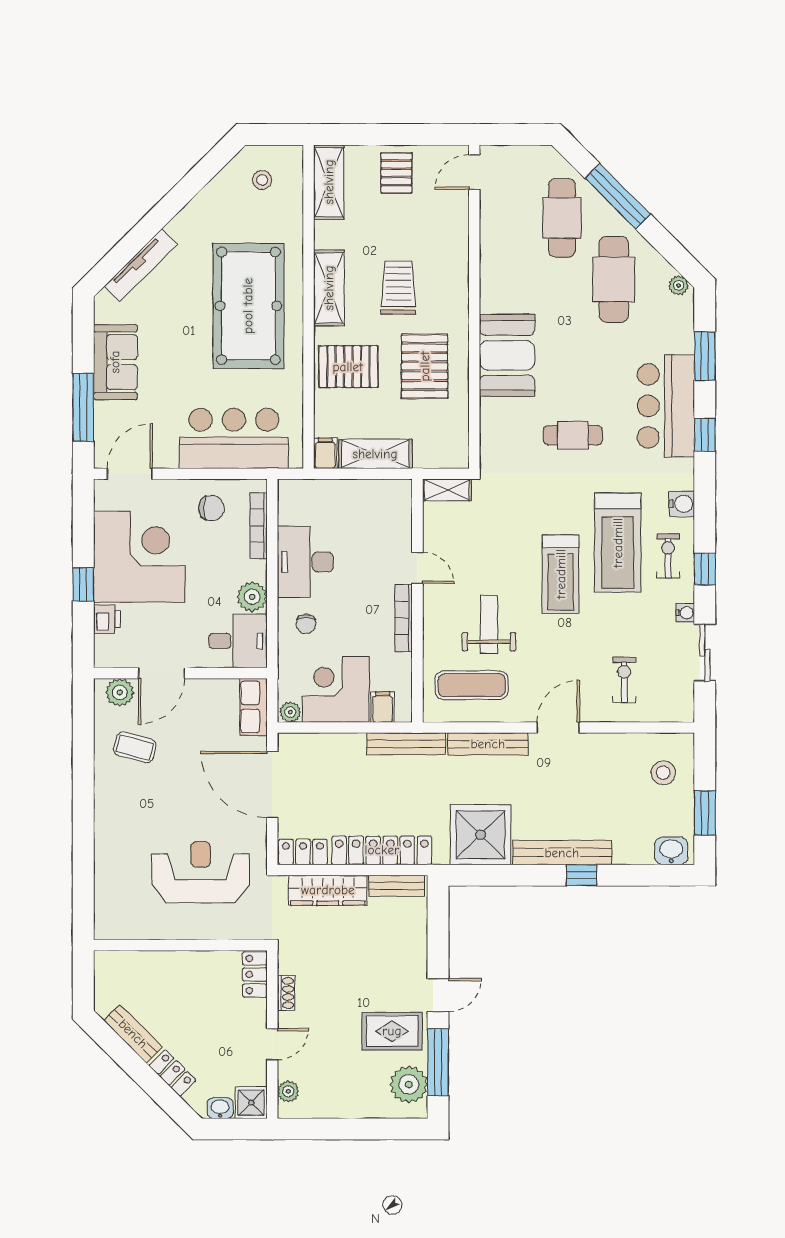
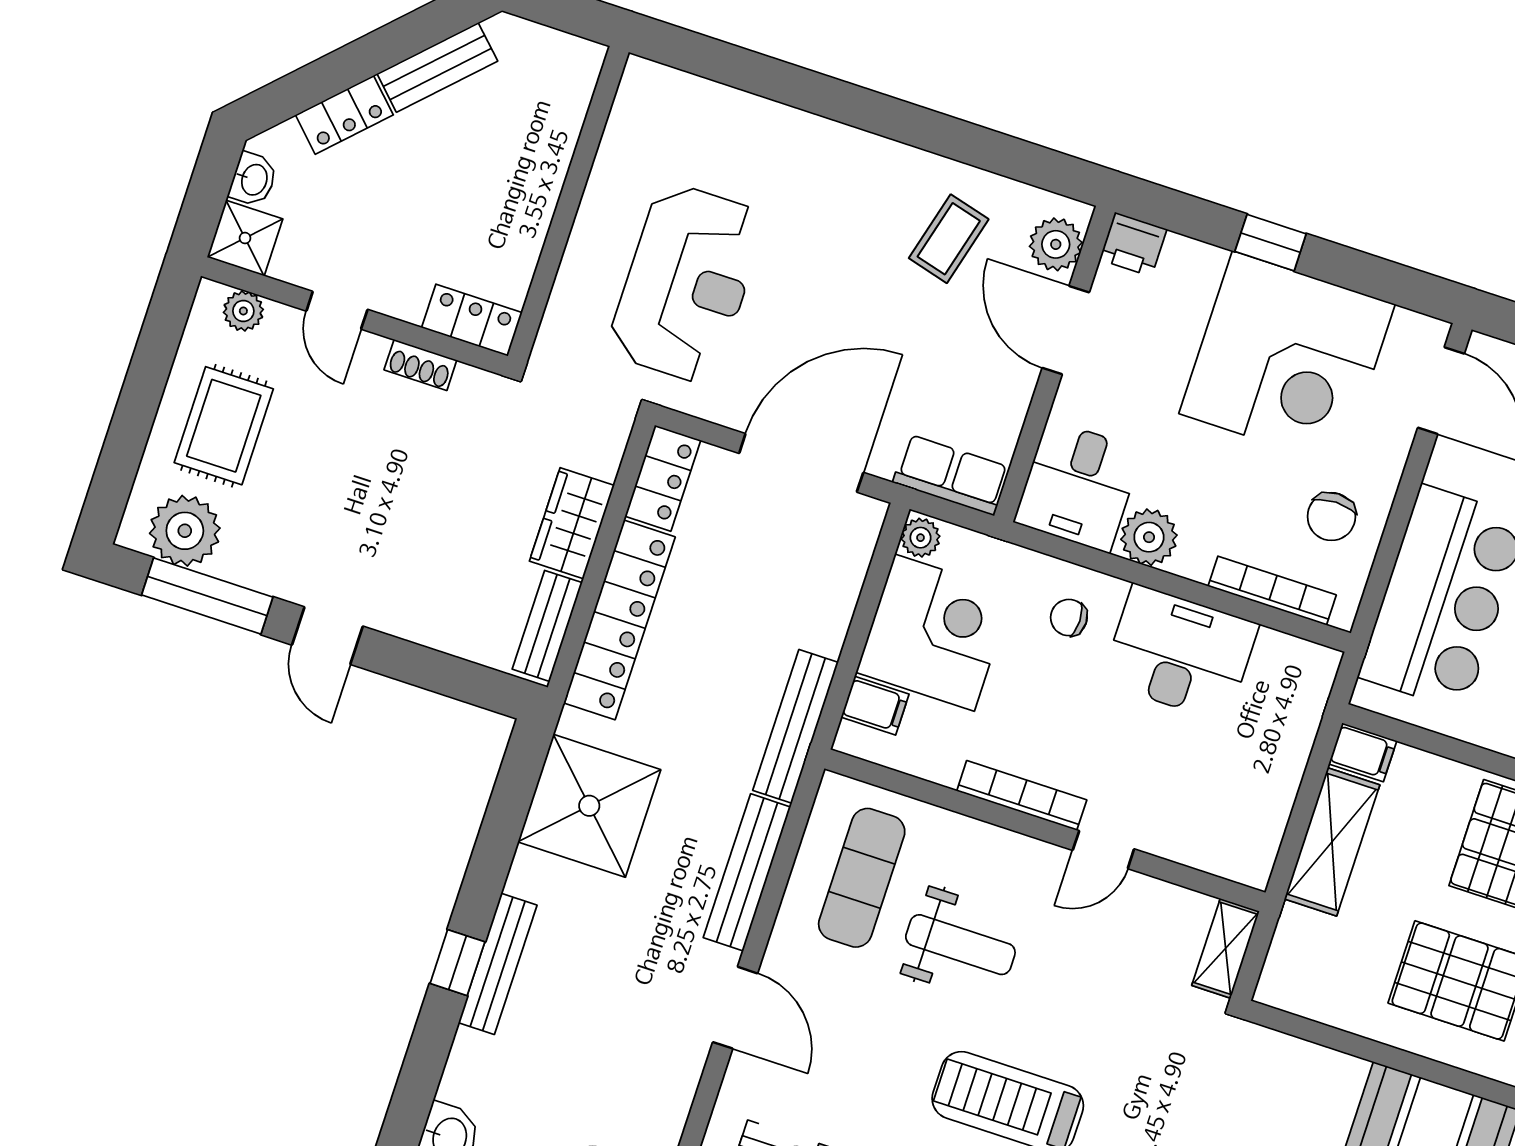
printer: (107, 619) -> (1133, 244), moved
bench: (562, 853) -> (498, 964), width x0.73, depth x0.82
wardrobe: (328, 890) -> (572, 523), width x0.67
rug: (392, 1031) -> (224, 426), moved

